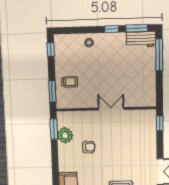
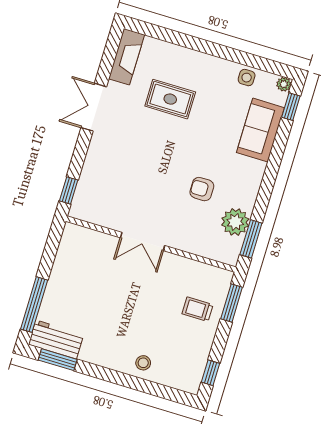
window: (112, 29) -> (99, 372), removed

